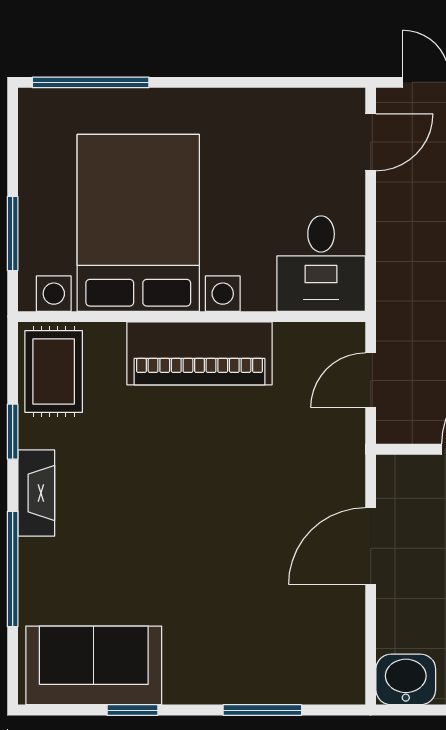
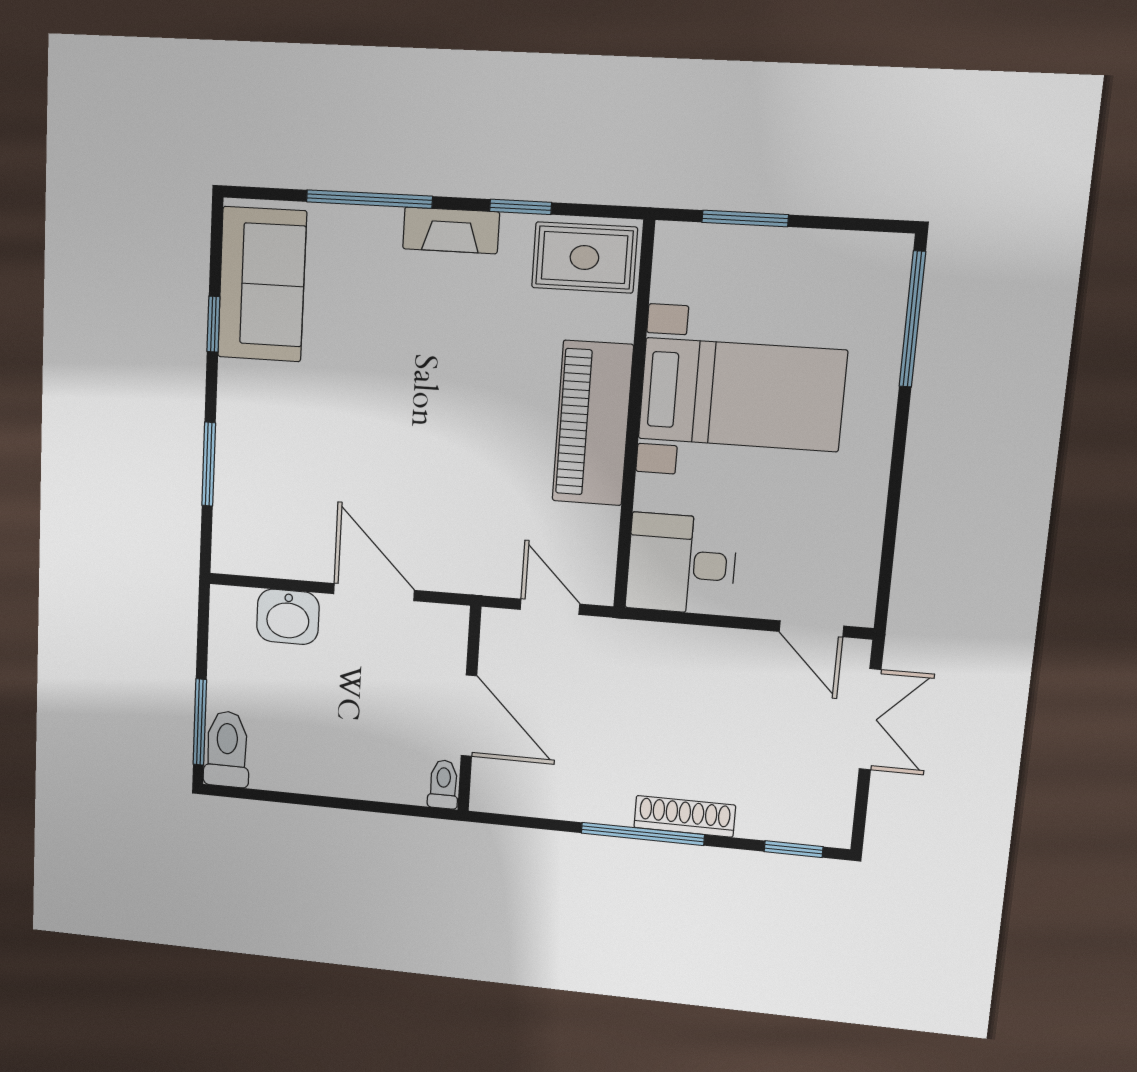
bed with nightstands: (138, 223) -> (742, 395), width x0.73
washbasin: (406, 679) -> (288, 617), moved, turned 90

